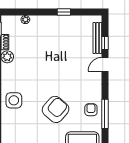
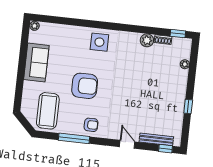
window: (105, 43) -> (166, 149), moved
armchair: (56, 109) -> (85, 86), turned -41
armchair: (91, 110) -> (91, 125), moved

